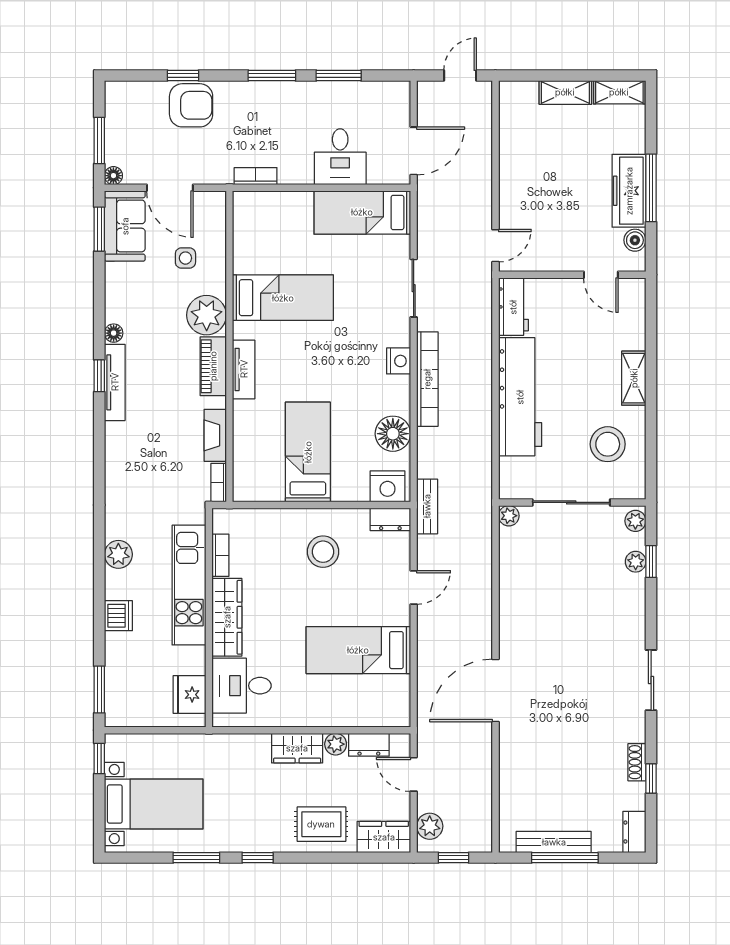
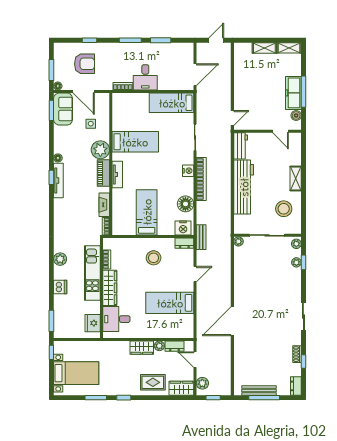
armchair: (191, 105) -> (84, 64), moved
desk: (340, 157) -> (145, 77), moved

